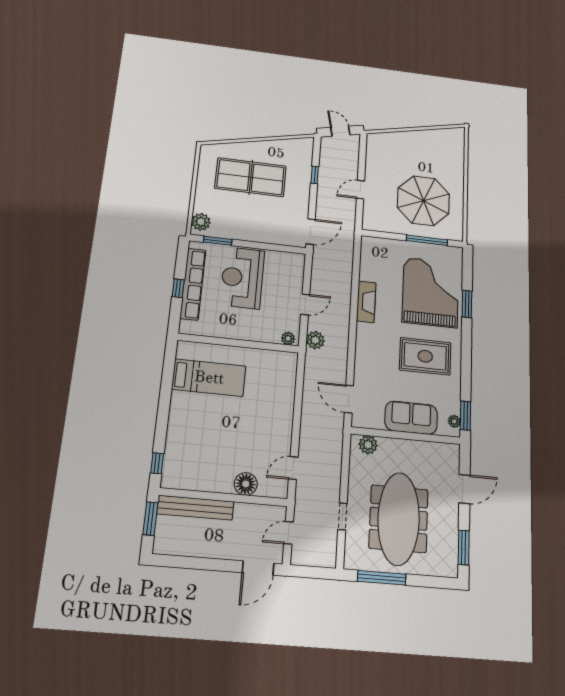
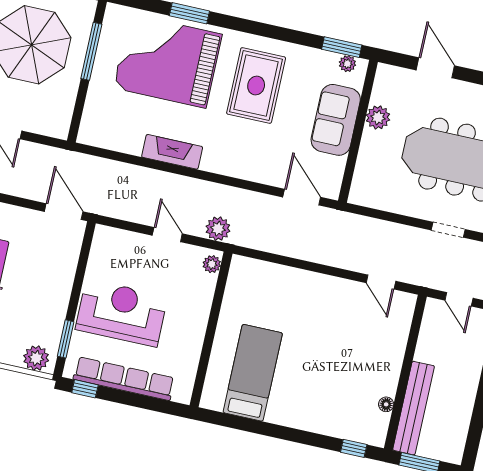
reception desk: (242, 278) -> (122, 313), turned 180
window: (178, 288) -> (85, 389), moved
door: (349, 399) -> (302, 197), swing flipped
plant: (368, 445) -> (378, 117), moved
floor lamp: (246, 484) -> (386, 404), moved, width x0.53, depth x0.53

